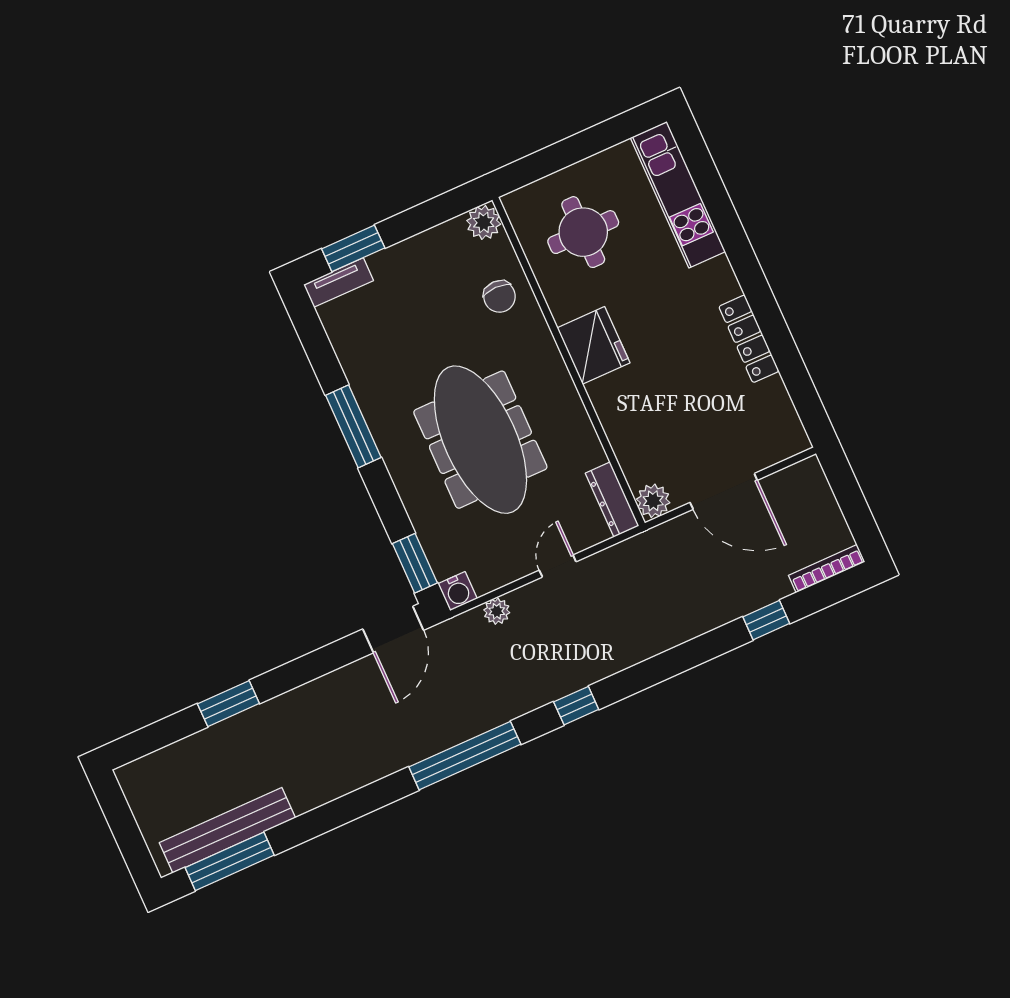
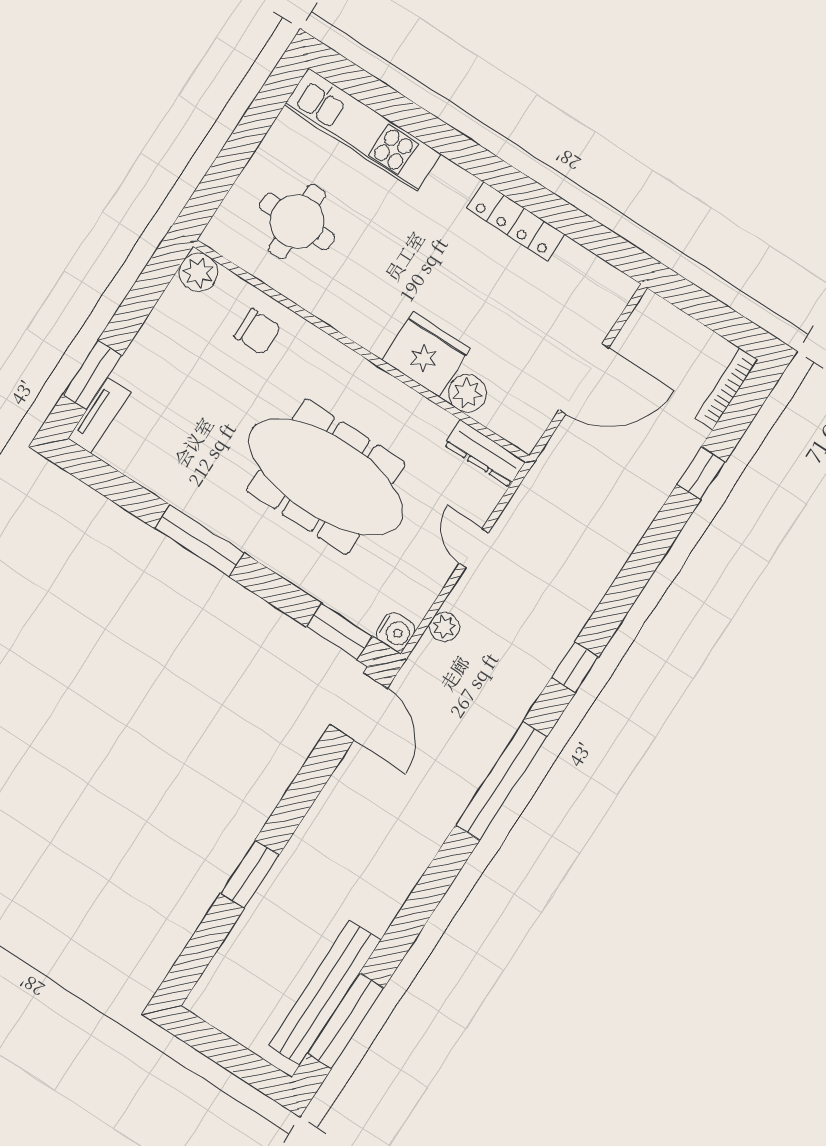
fridge: (593, 345) -> (426, 354), moved
plant: (653, 501) -> (467, 393), moved

